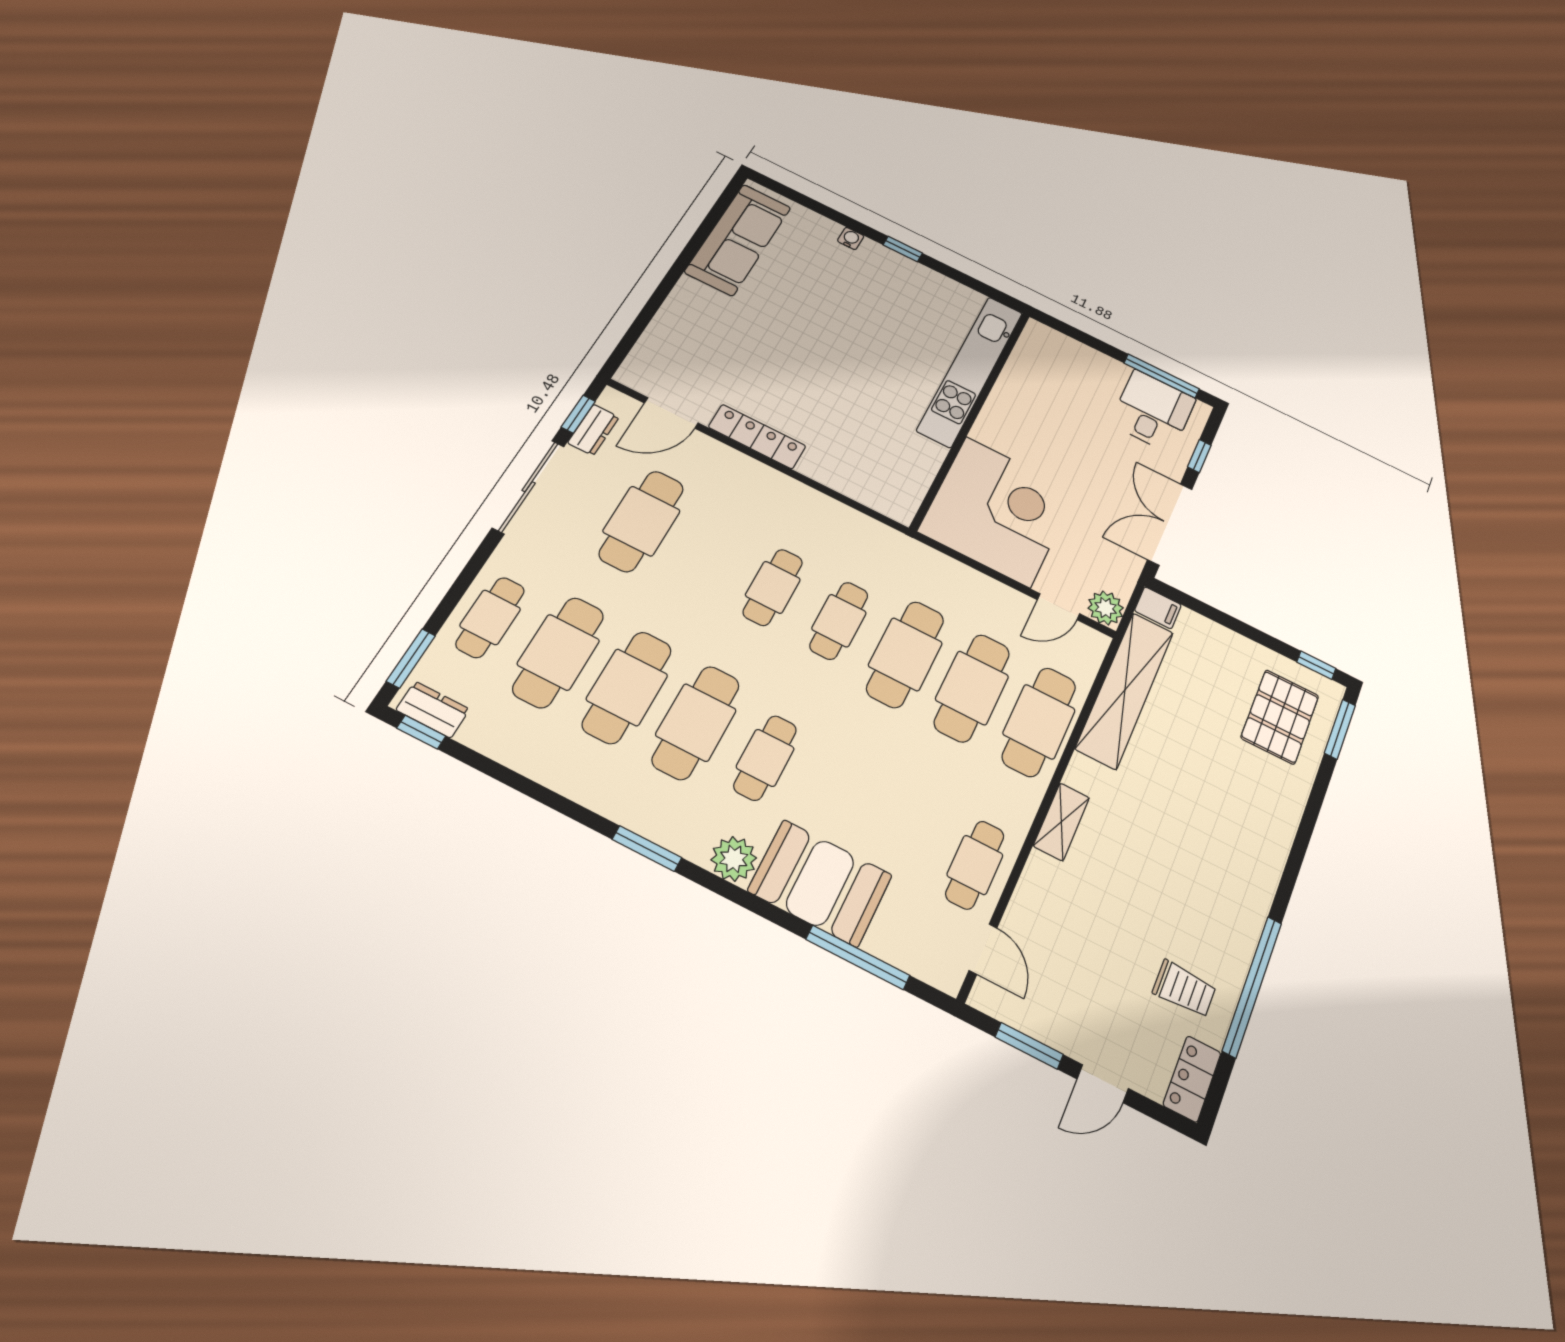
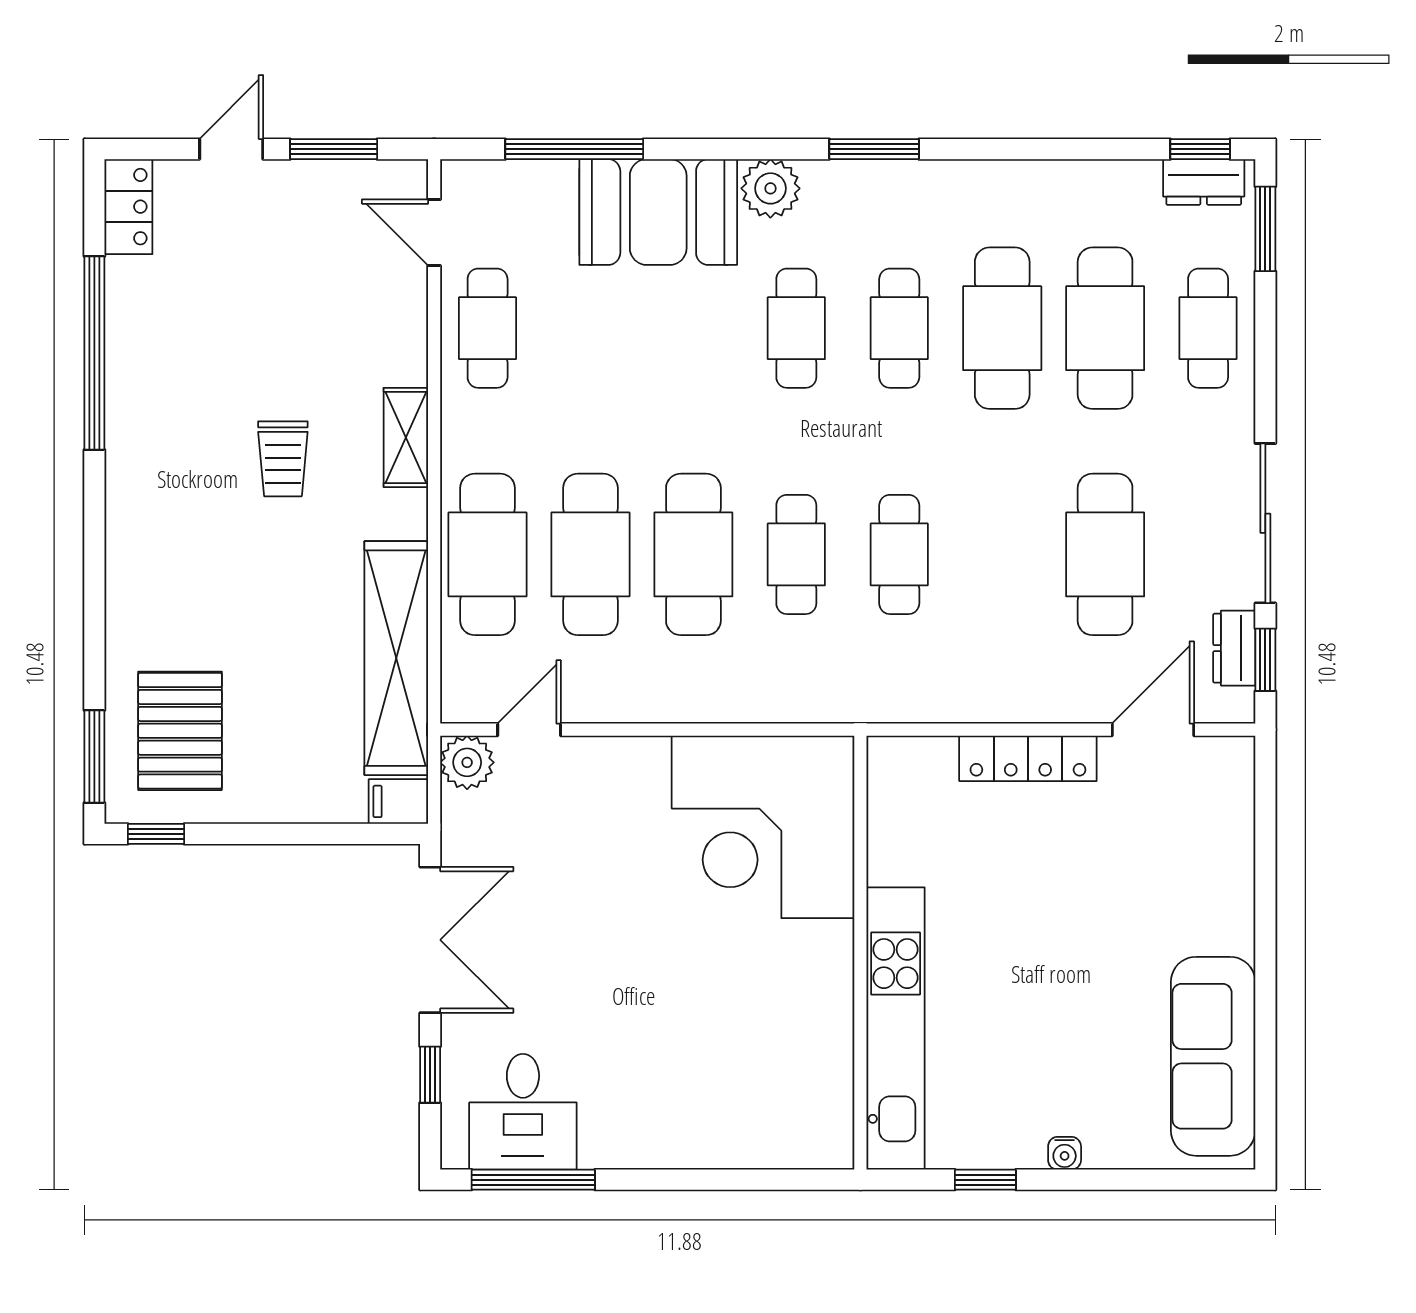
kitchen unit: (970, 371) -> (896, 1028), moved
wall: (972, 418) -> (860, 953), moved
corner desk: (998, 511) -> (763, 827), moved
cafe table: (696, 722) -> (899, 328), width x0.73, depth x0.74
trolley: (1184, 989) -> (283, 459), moved, turned -90

